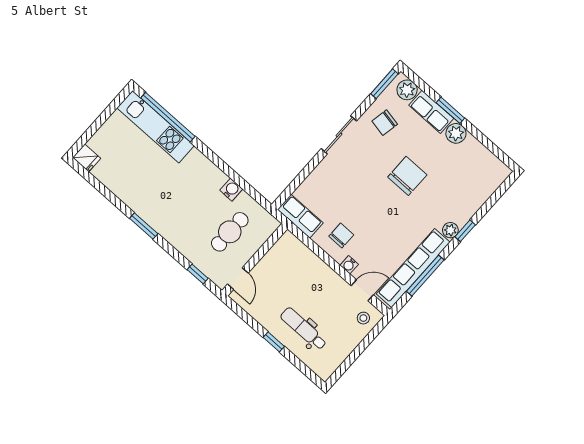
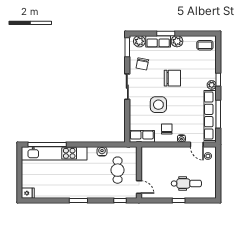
kitchen unit: (156, 127) -> (54, 153), width x1.36
coffee table: (488, 171) -> (205, 45), added
chair: (407, 176) -> (172, 78), turned 90
side table: (359, 194) -> (158, 105), added
door: (362, 290) -> (197, 144), swing flipped
dental chair: (304, 329) -> (186, 183), turned 180

